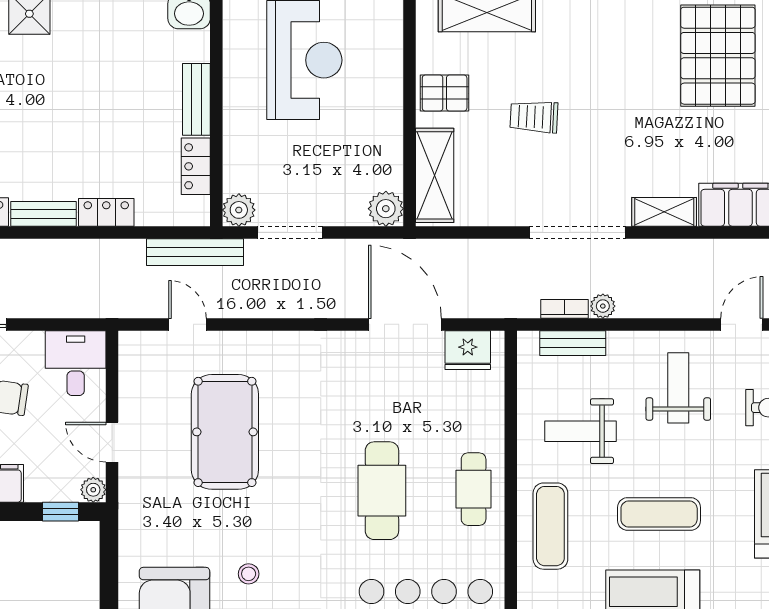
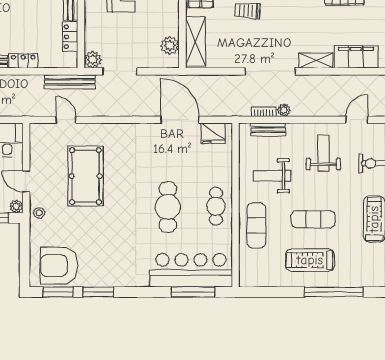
plant: (386, 209) -> (170, 45), moved
stool: (249, 574) -> (39, 213), moved

